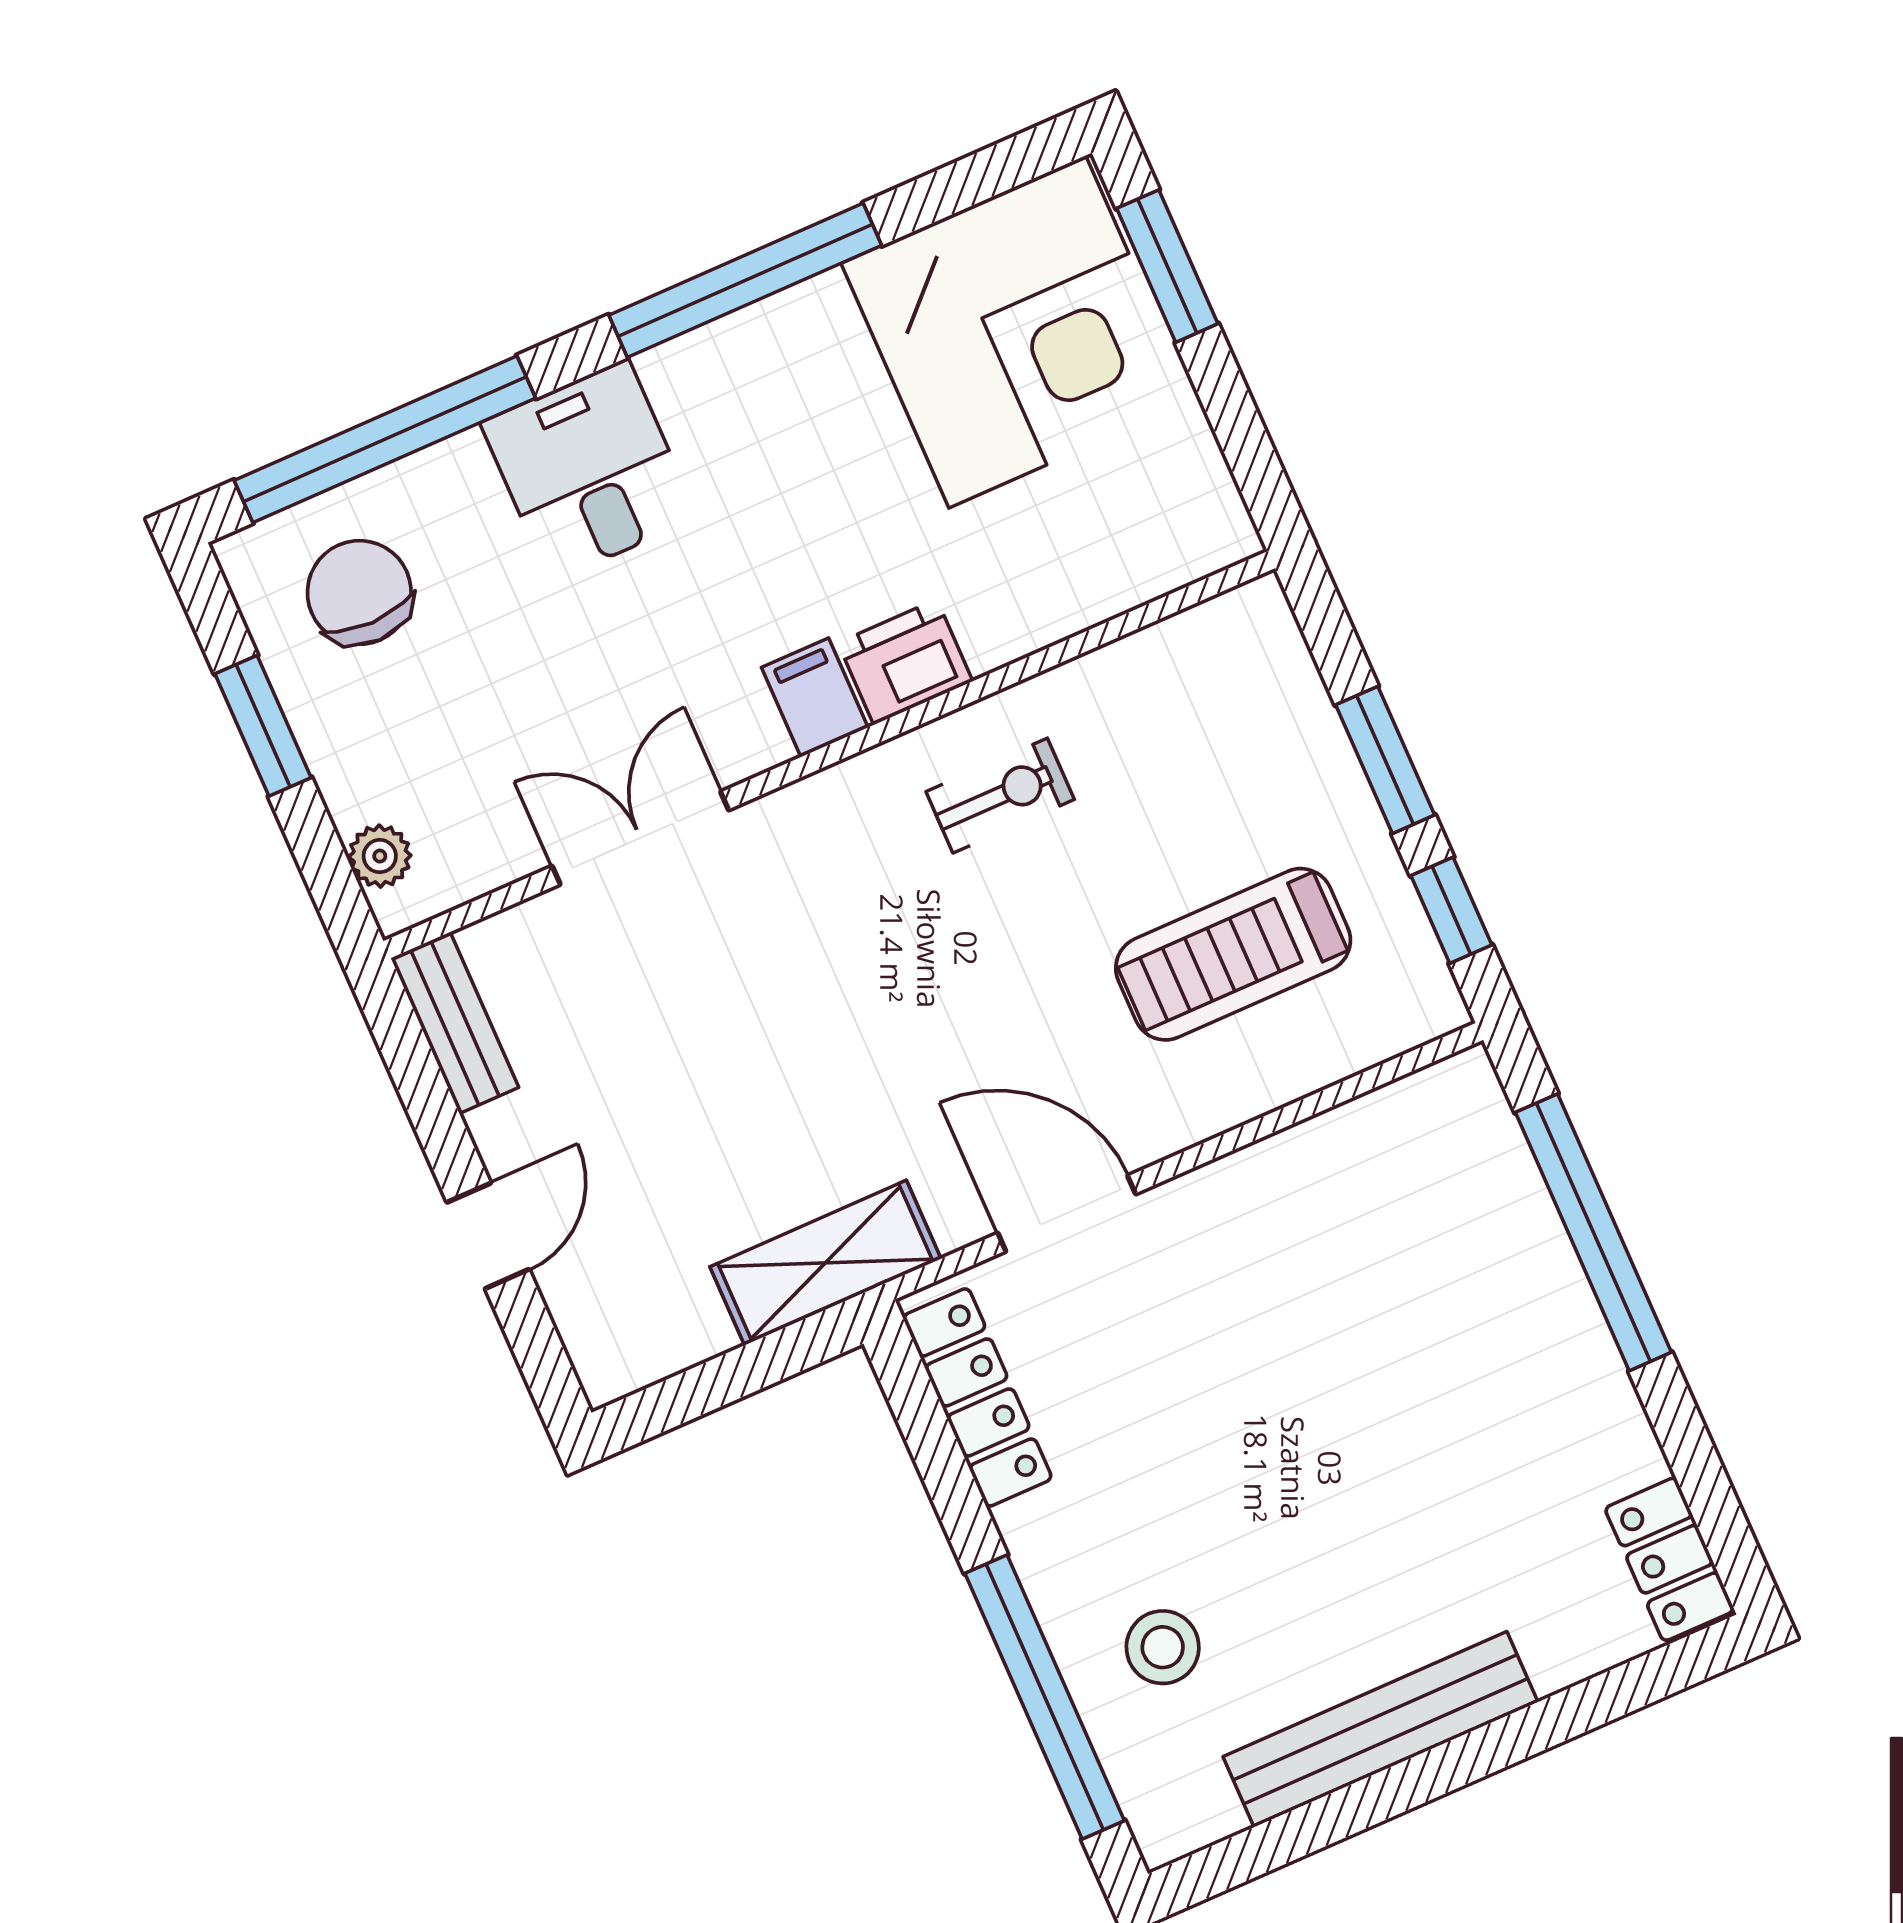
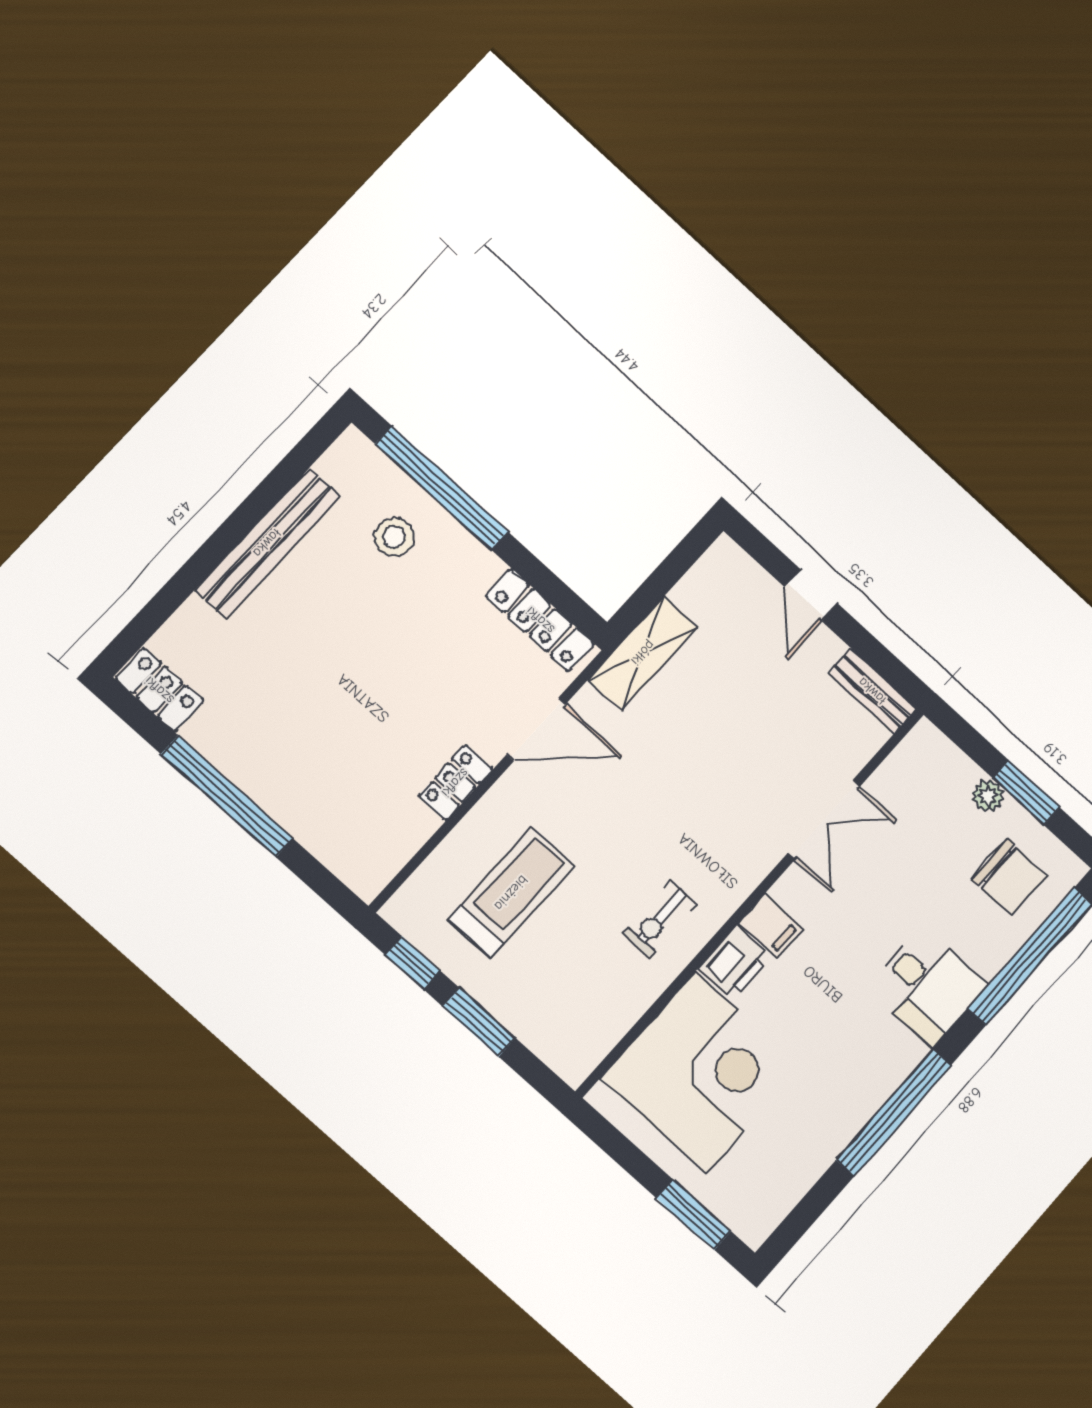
corner desk: (1017, 332) -> (701, 1072), moved, turned 180
plant: (380, 856) -> (988, 796), moved
locker: (1244, 1183) -> (455, 783), added
window: (1593, 1232) -> (227, 796), moved

